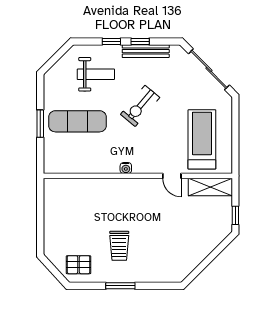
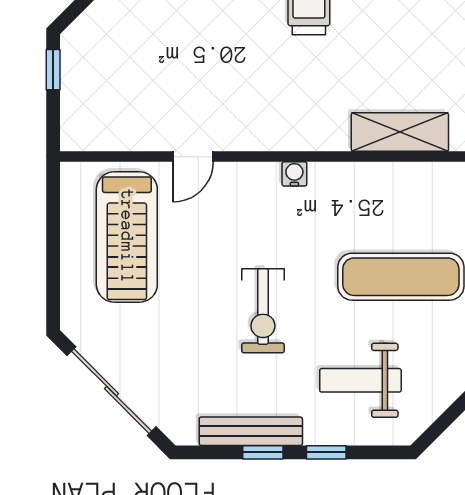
exercise bike: (140, 106) -> (263, 311), turned 140
door: (172, 176) -> (193, 157), swing flipped
shelving: (210, 187) -> (400, 132), moved

